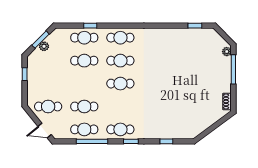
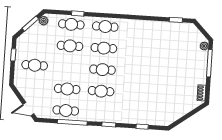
plant: (44, 46) -> (44, 21), moved
cafe table: (48, 106) -> (35, 65), moved
cafe table: (120, 129) -> (101, 91), moved

